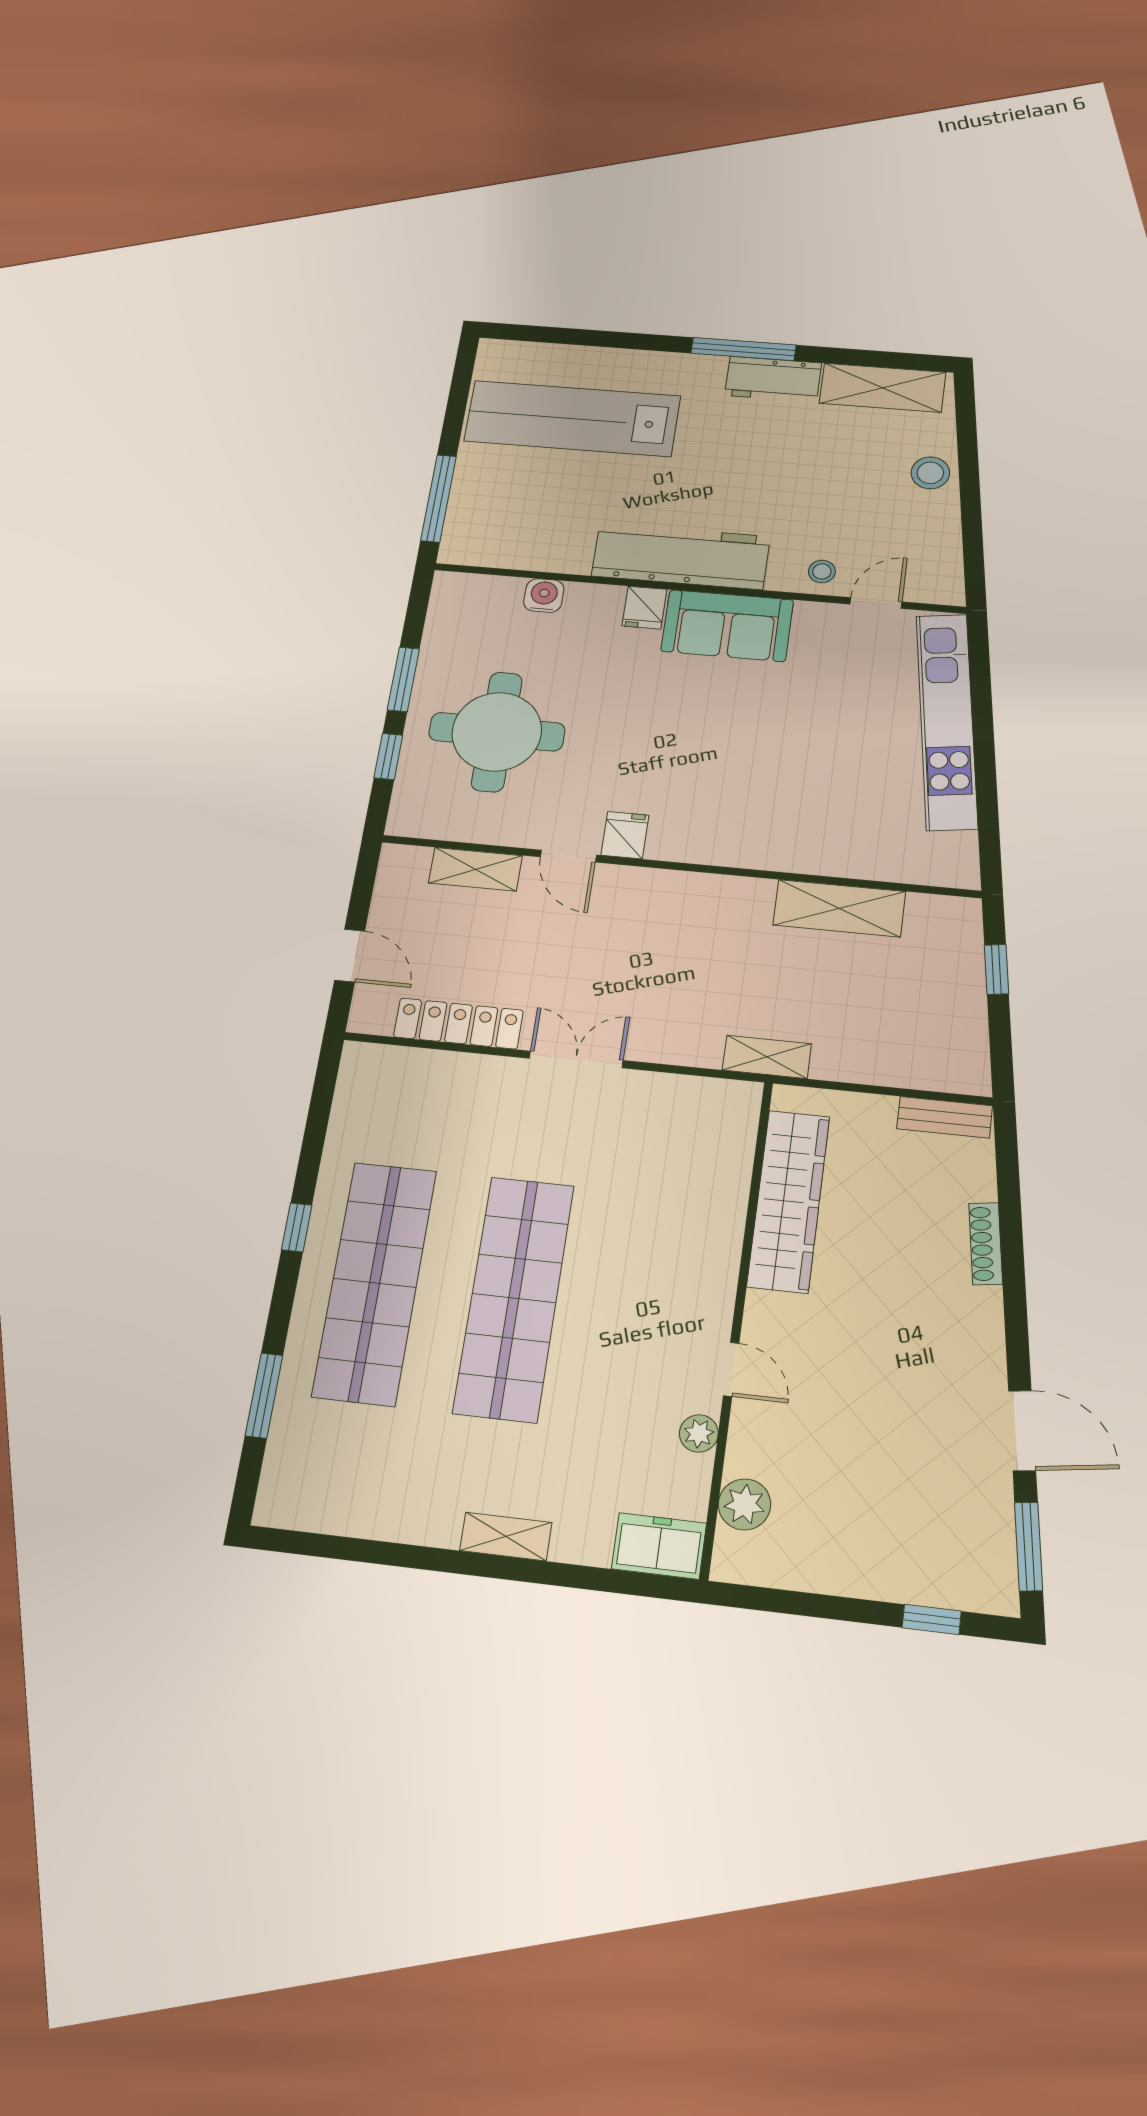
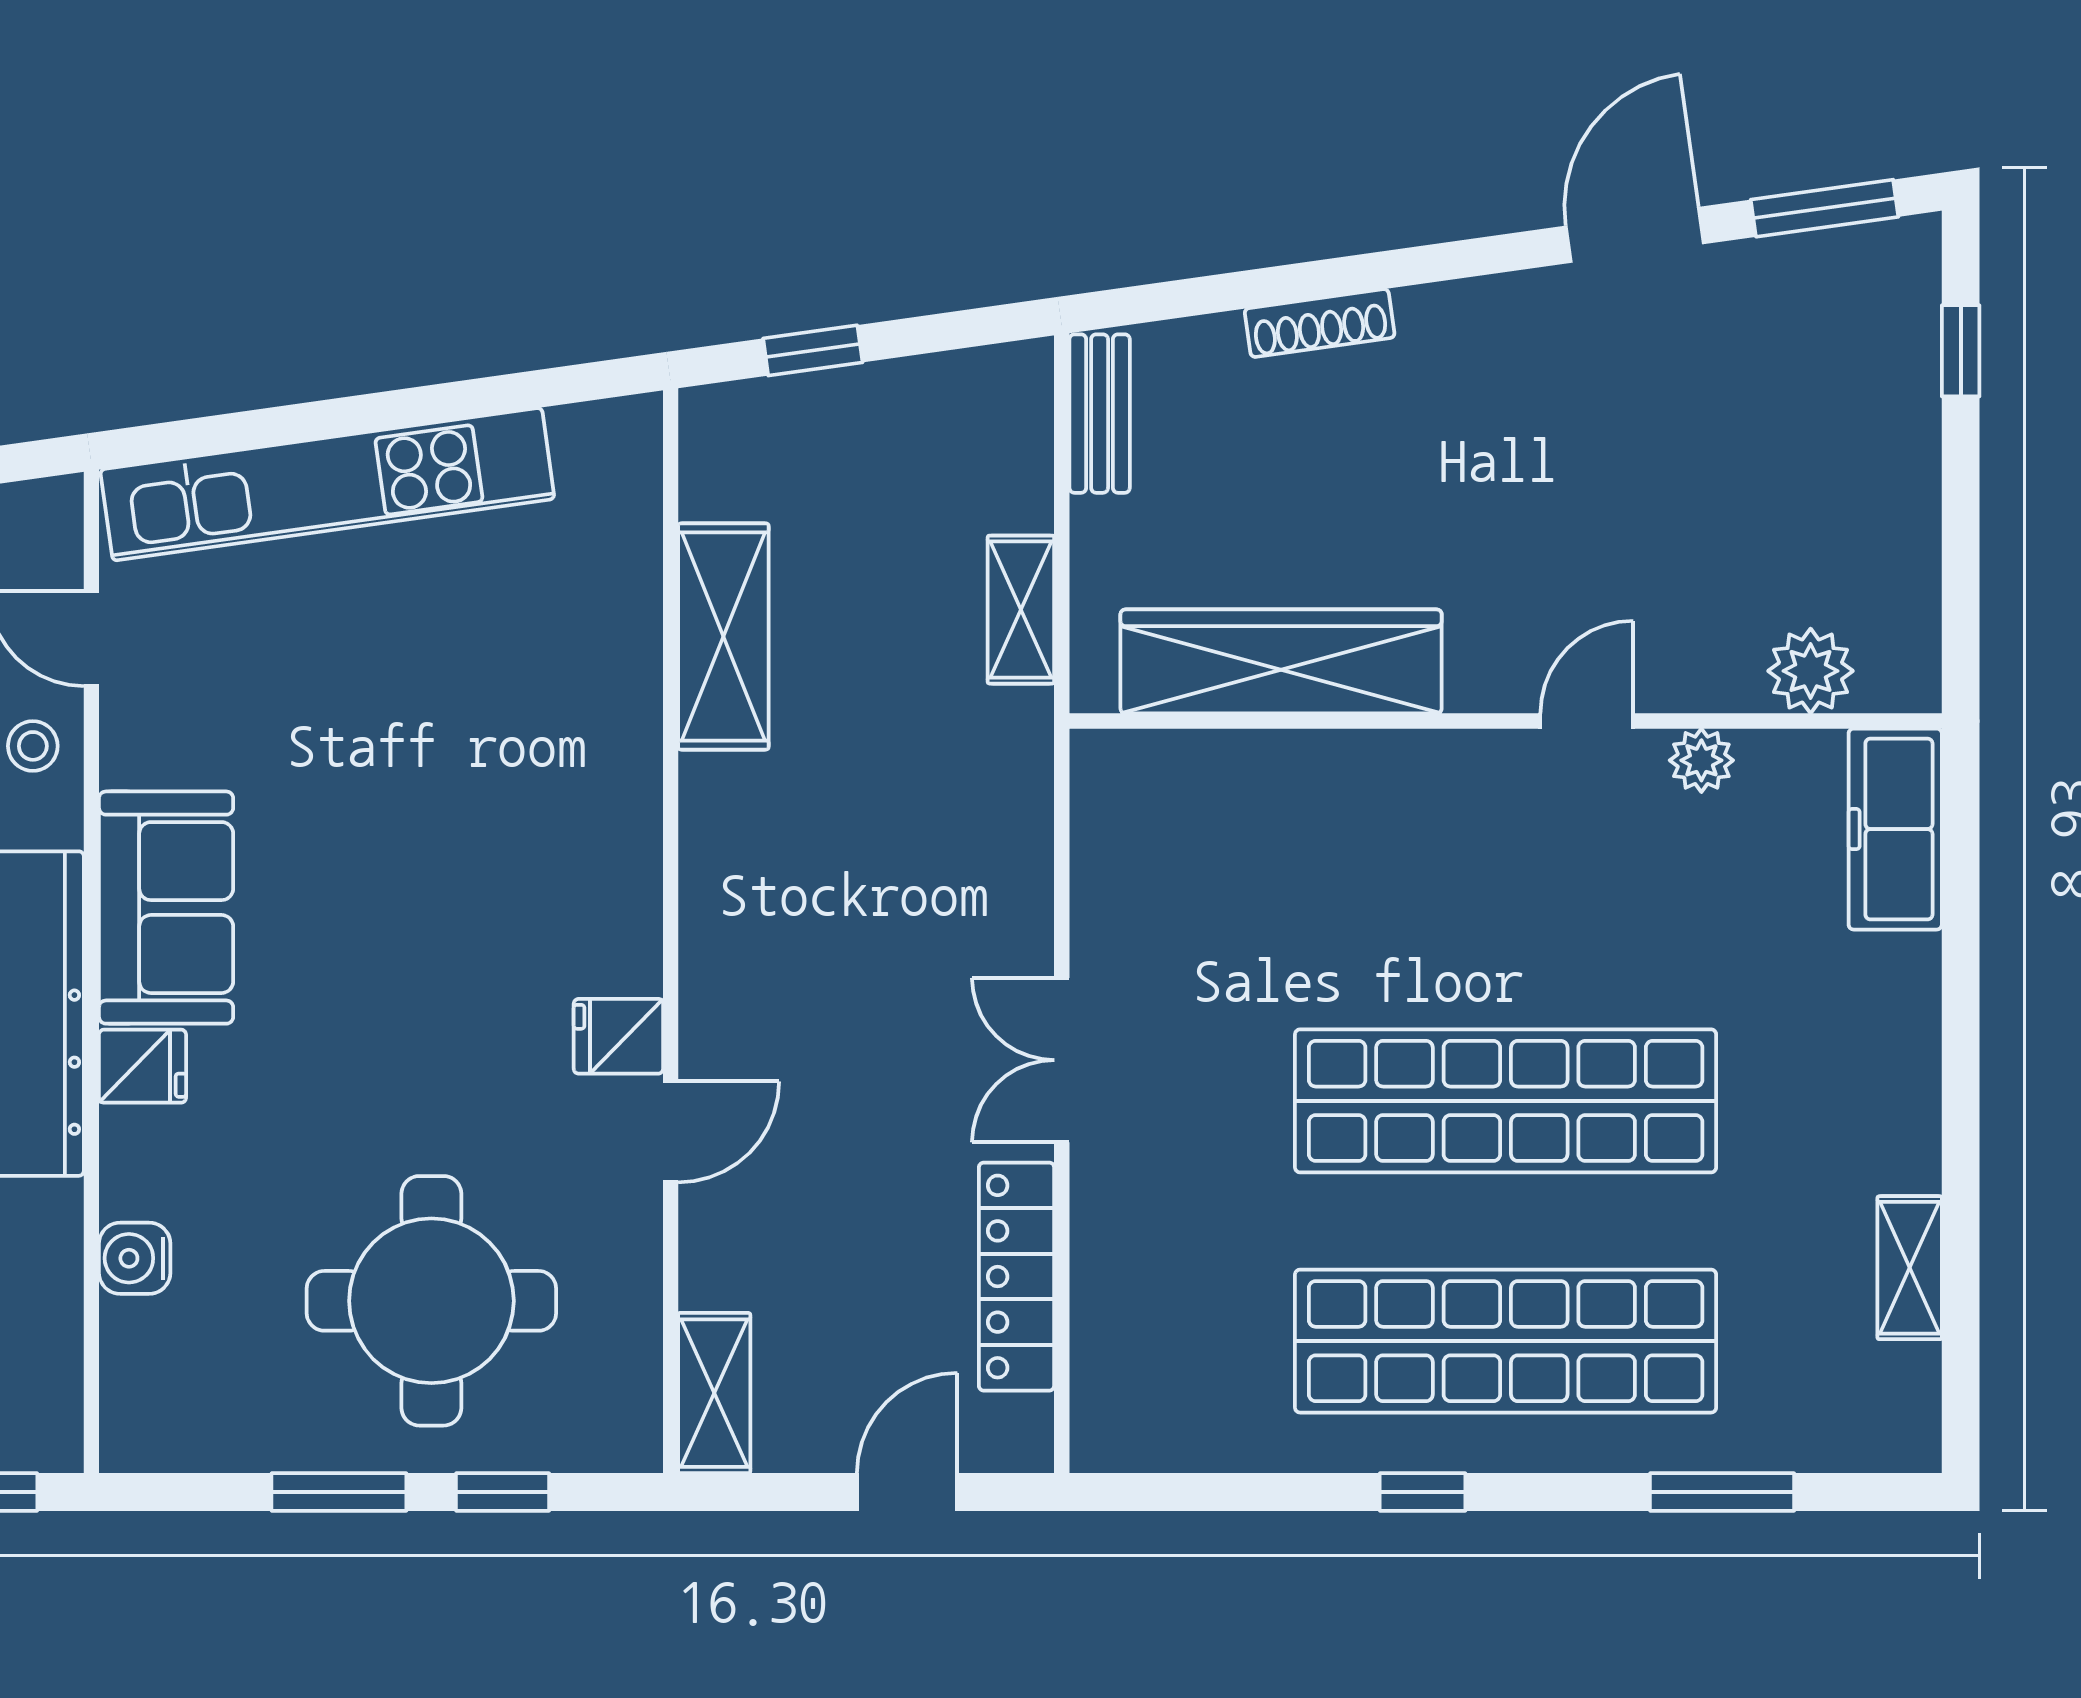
shelving: (475, 869) -> (714, 1393), moved
shelving: (767, 1057) -> (1021, 610), moved
shelving: (506, 1536) -> (1910, 1268), moved
freezer: (659, 1546) -> (1895, 829), width x1.40

